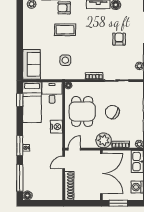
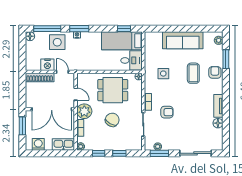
armchair: (119, 39) -> (167, 112), moved
sofa: (31, 64) -> (183, 40), moved, width x1.36
nightstand: (56, 127) -> (47, 65), moved
door: (74, 149) -> (76, 94), moved
side table: (34, 168) -> (57, 42), added

